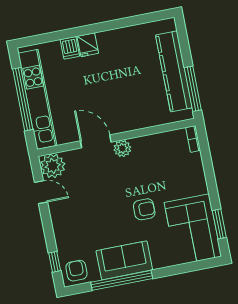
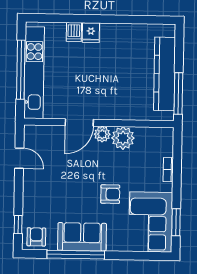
bookcase: (193, 139) -> (168, 170), moved
door: (96, 141) -> (79, 123), swing flipped
plant: (53, 166) -> (123, 138), moved

